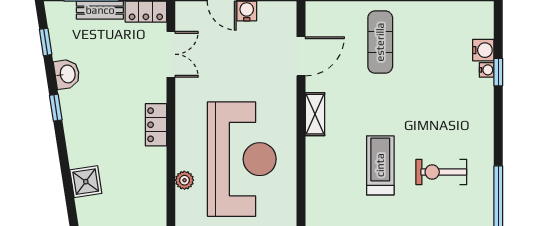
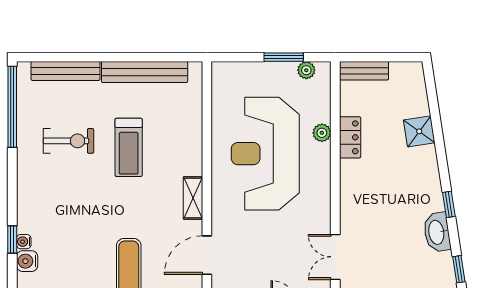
washbasin: (67, 74) -> (437, 232), width x1.38
locker: (156, 125) -> (350, 137), moved

